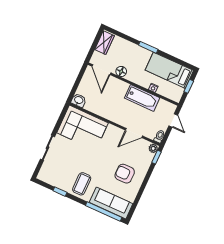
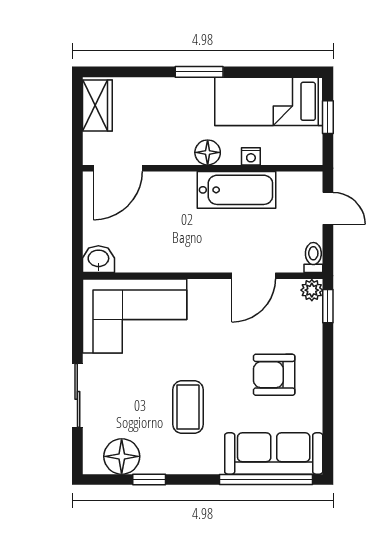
door: (101, 70) -> (118, 168), hinge flipped
floor lamp: (121, 71) -> (208, 152), moved
floor lamp: (54, 178) -> (122, 456), added
coffee table: (82, 184) -> (188, 407), moved

